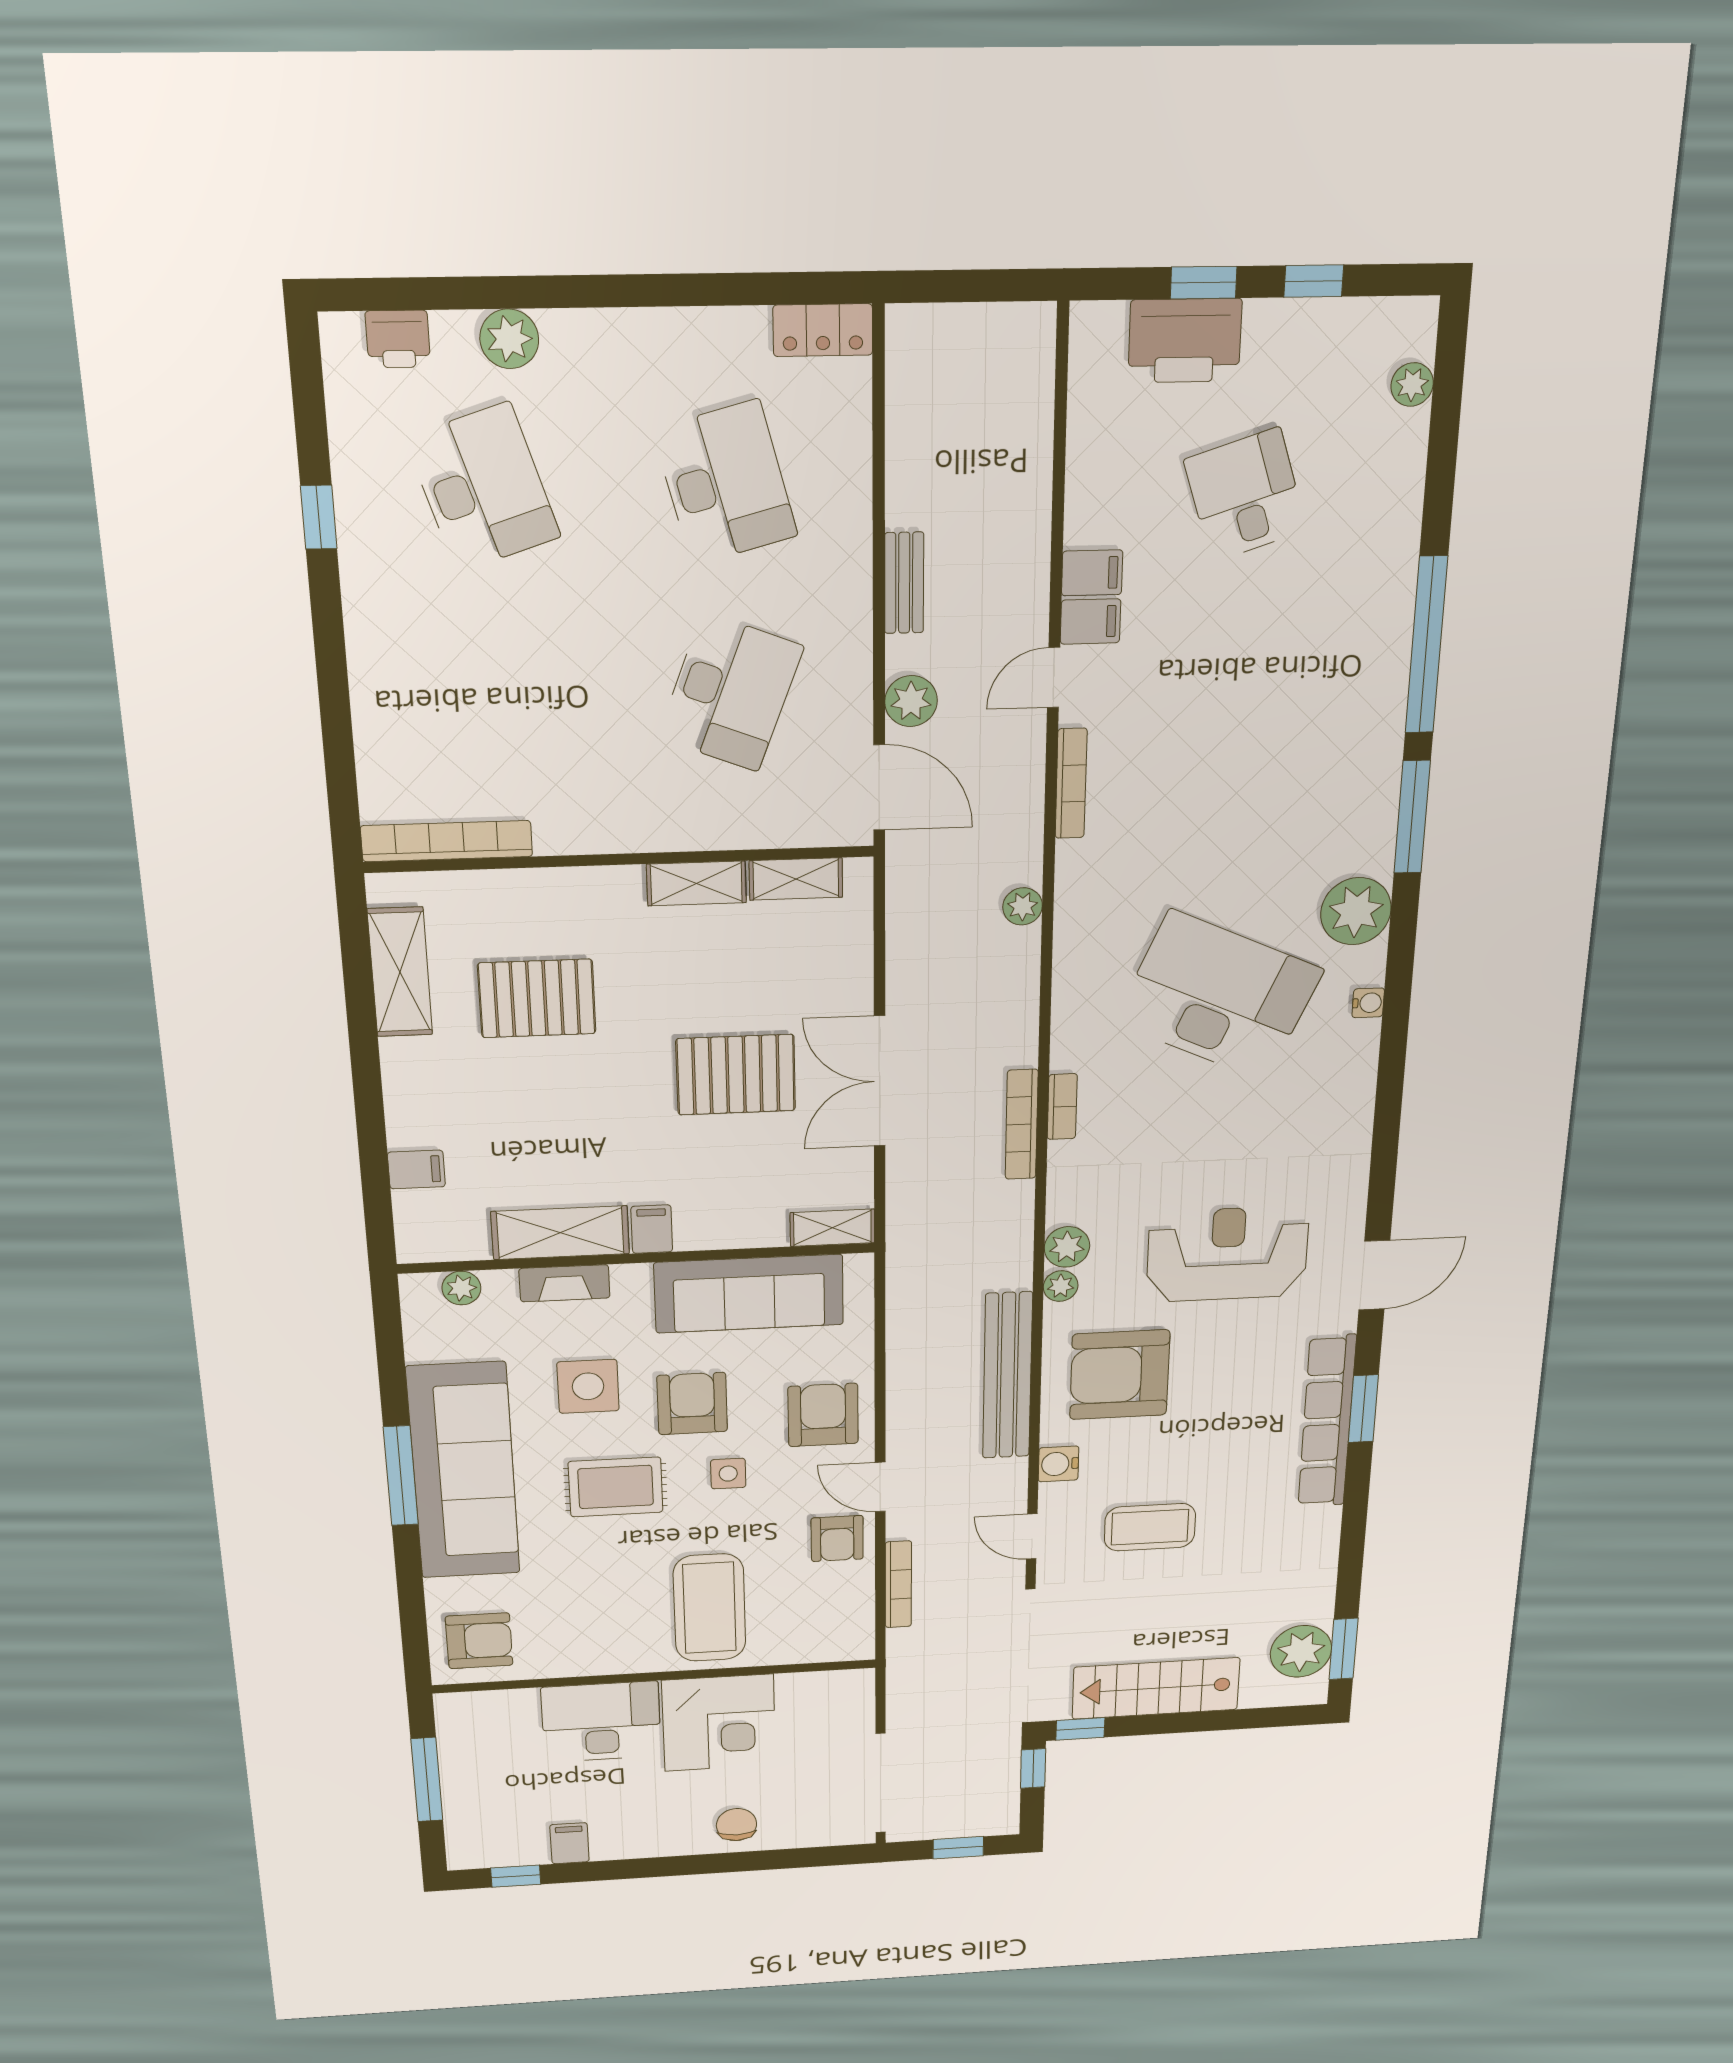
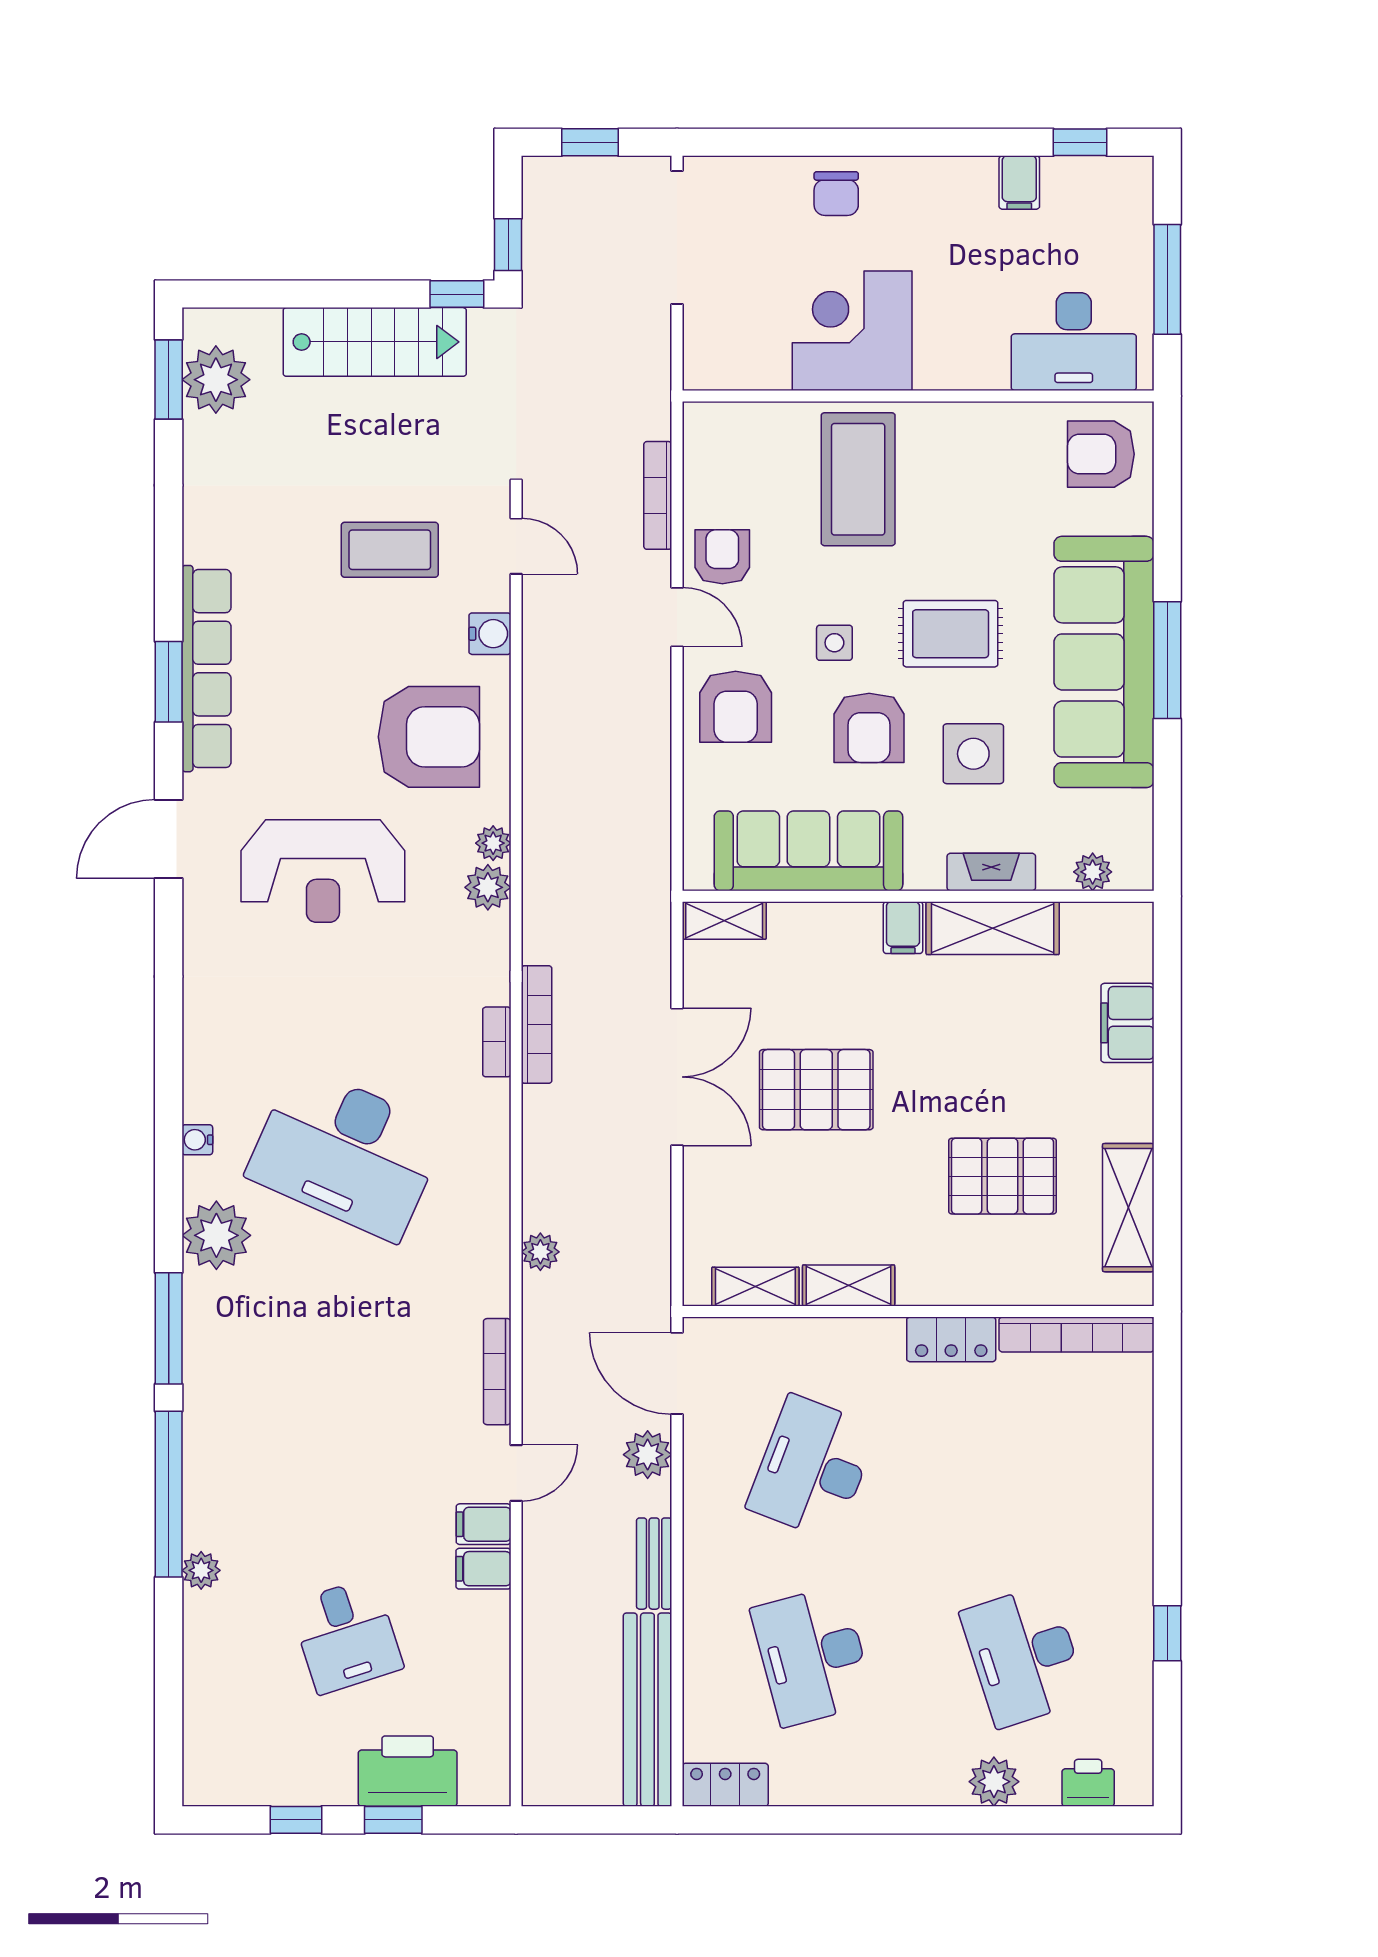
plant: (1412, 385) -> (201, 1570), moved
locker: (583, 832) -> (951, 1339), added
filing cabinet: (416, 1170) -> (1128, 1023), width x2.00
bench: (1007, 1376) -> (647, 1710), moved
desk: (601, 1722) -> (1074, 342), moved

